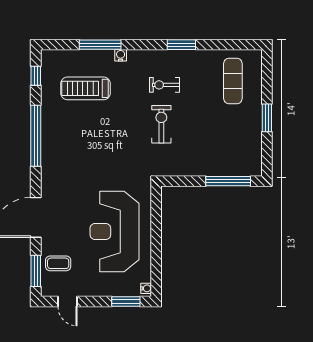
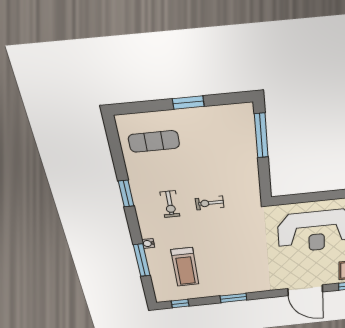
exercise bike: (161, 124) -> (210, 203), width x0.73, depth x0.72
window: (36, 136) -> (233, 298), width x0.47

